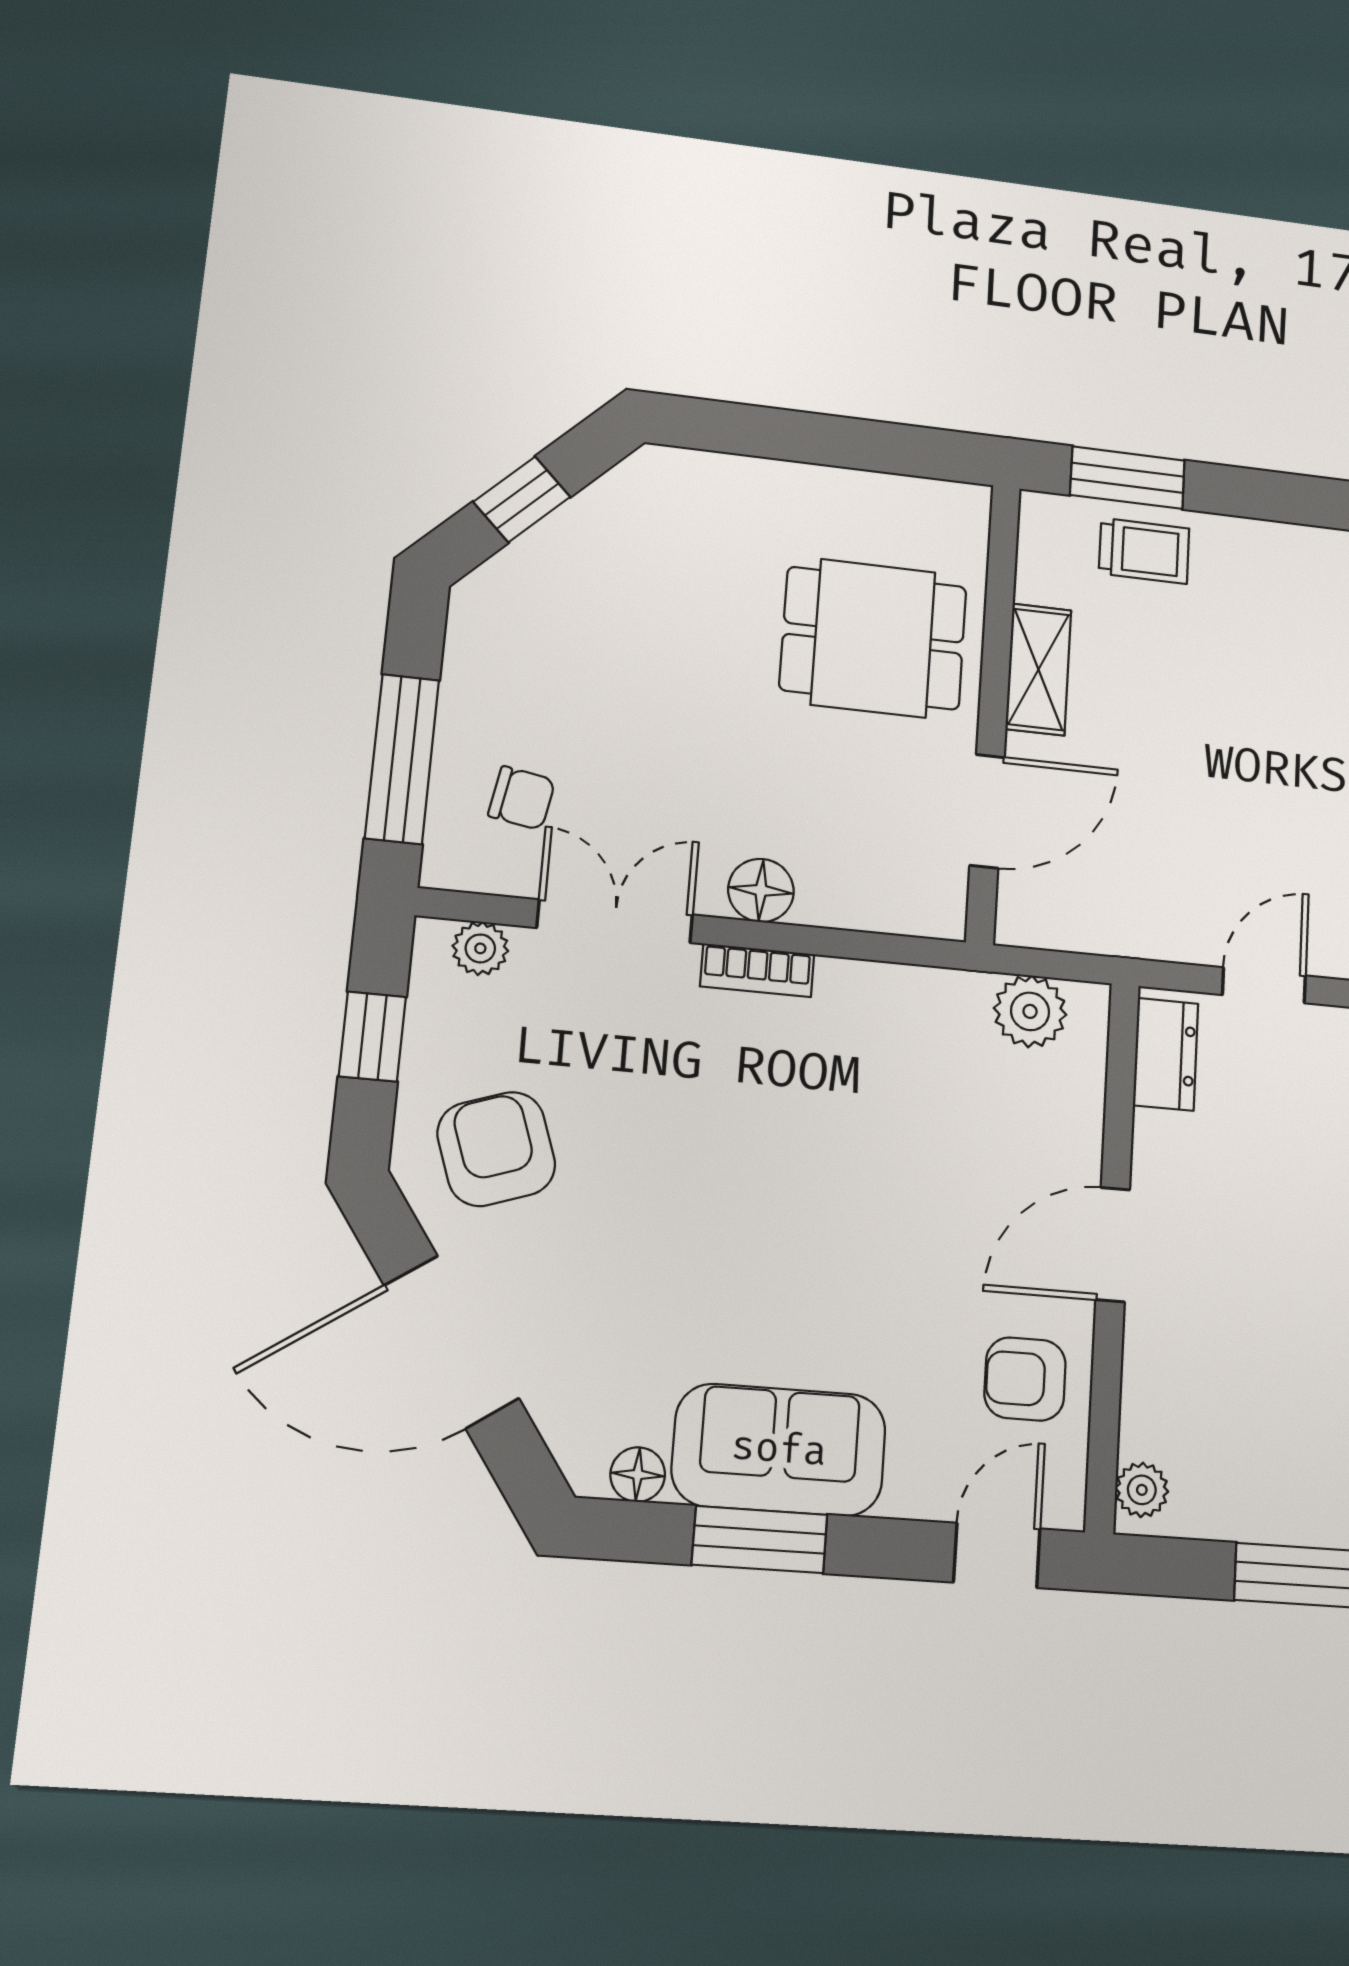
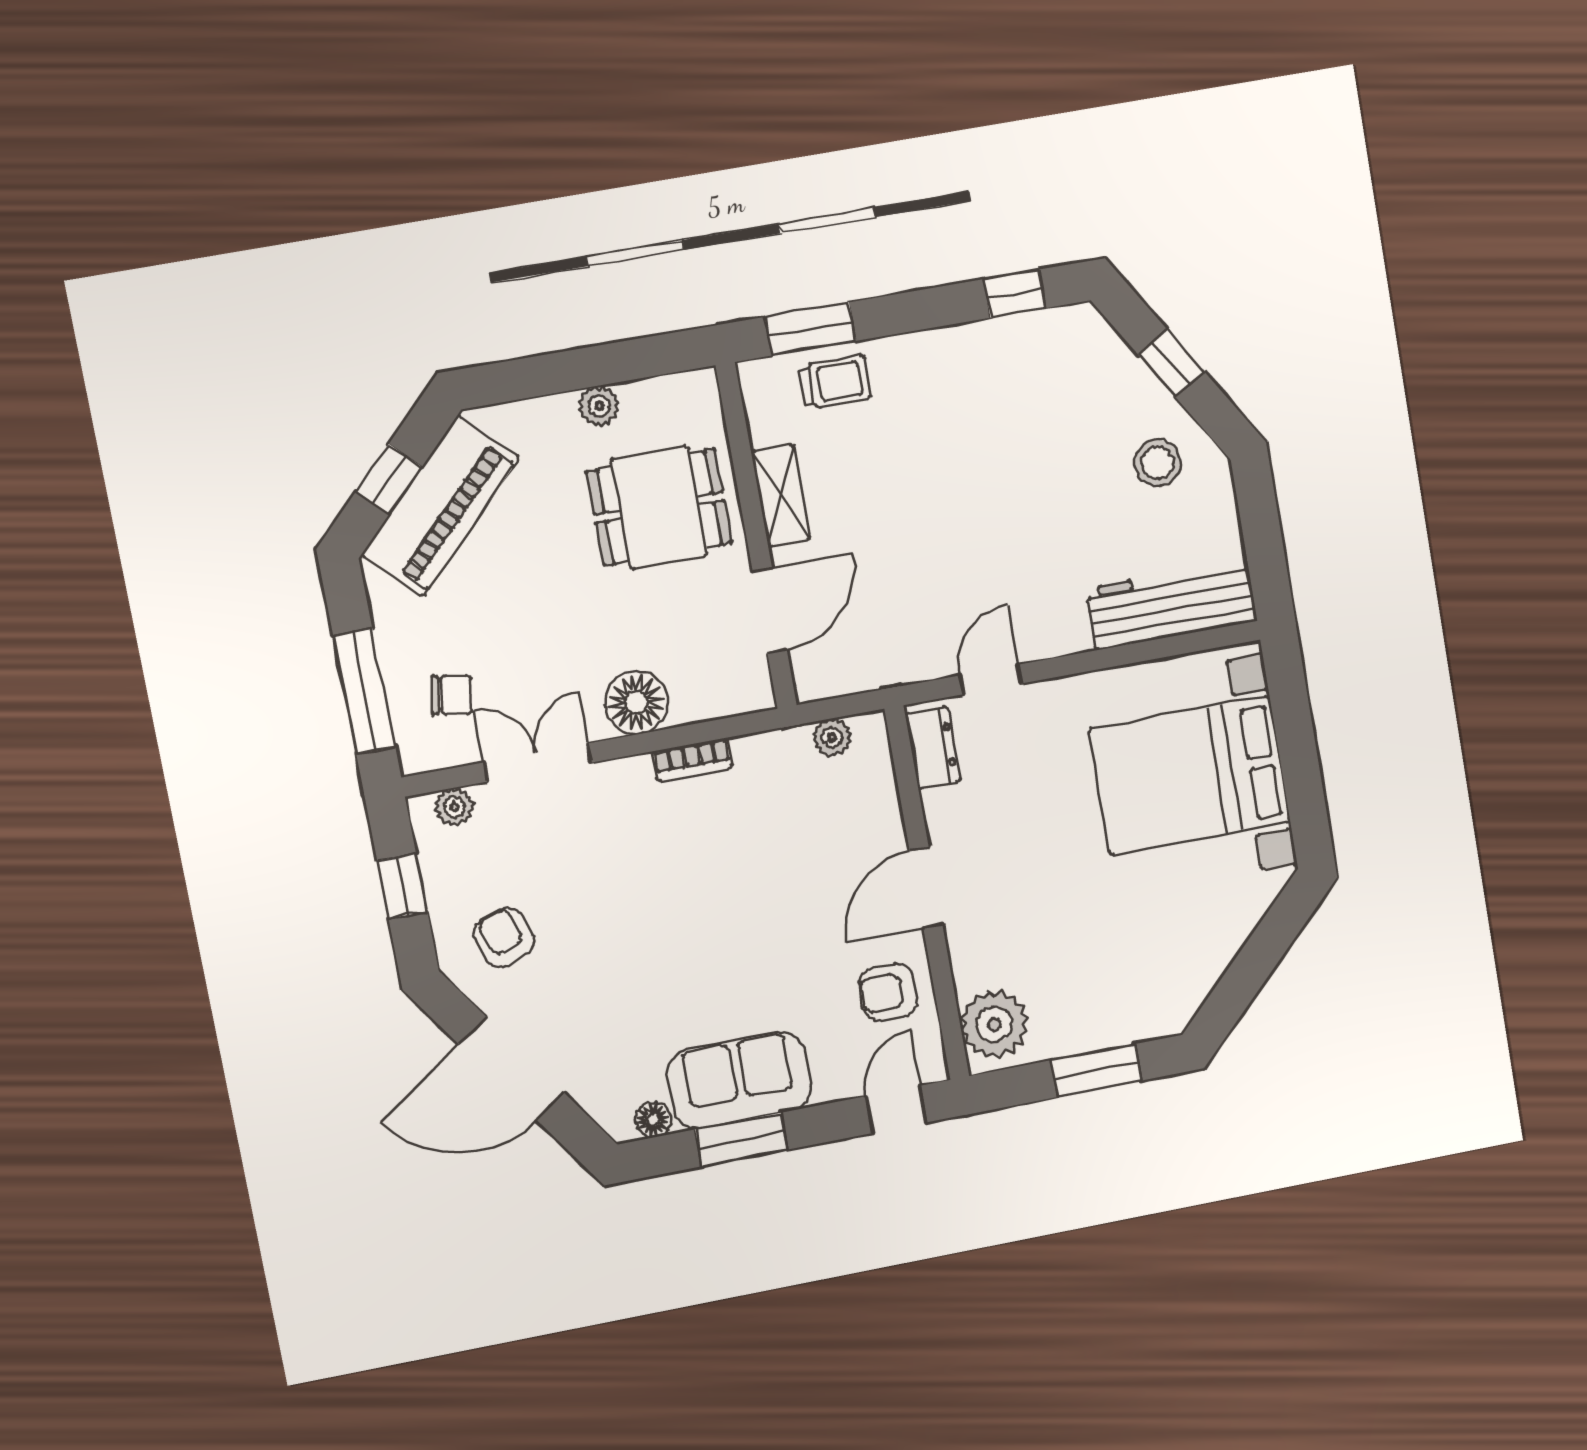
plant: (828, 490) -> (599, 406), added
piano: (581, 552) -> (440, 506), added
floor lamp: (761, 890) -> (636, 703), width x1.38, depth x1.38
bookcase: (757, 970) -> (692, 760), moved
plant: (1030, 1011) -> (832, 737), width x0.73, depth x0.73
armchair: (496, 1149) -> (504, 937), width x0.72, depth x0.72
plant: (1142, 1490) -> (994, 1024), width x1.87, depth x1.87

